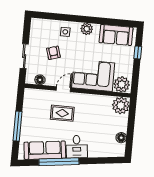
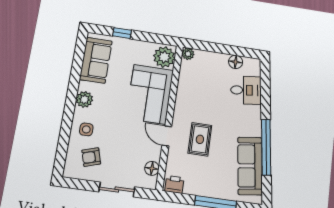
armchair: (53, 53) -> (91, 157), moved
printer: (29, 96) -> (174, 185), added
plant: (121, 106) -> (188, 54), width x0.53, depth x0.53
desk: (77, 147) -> (246, 90), moved

